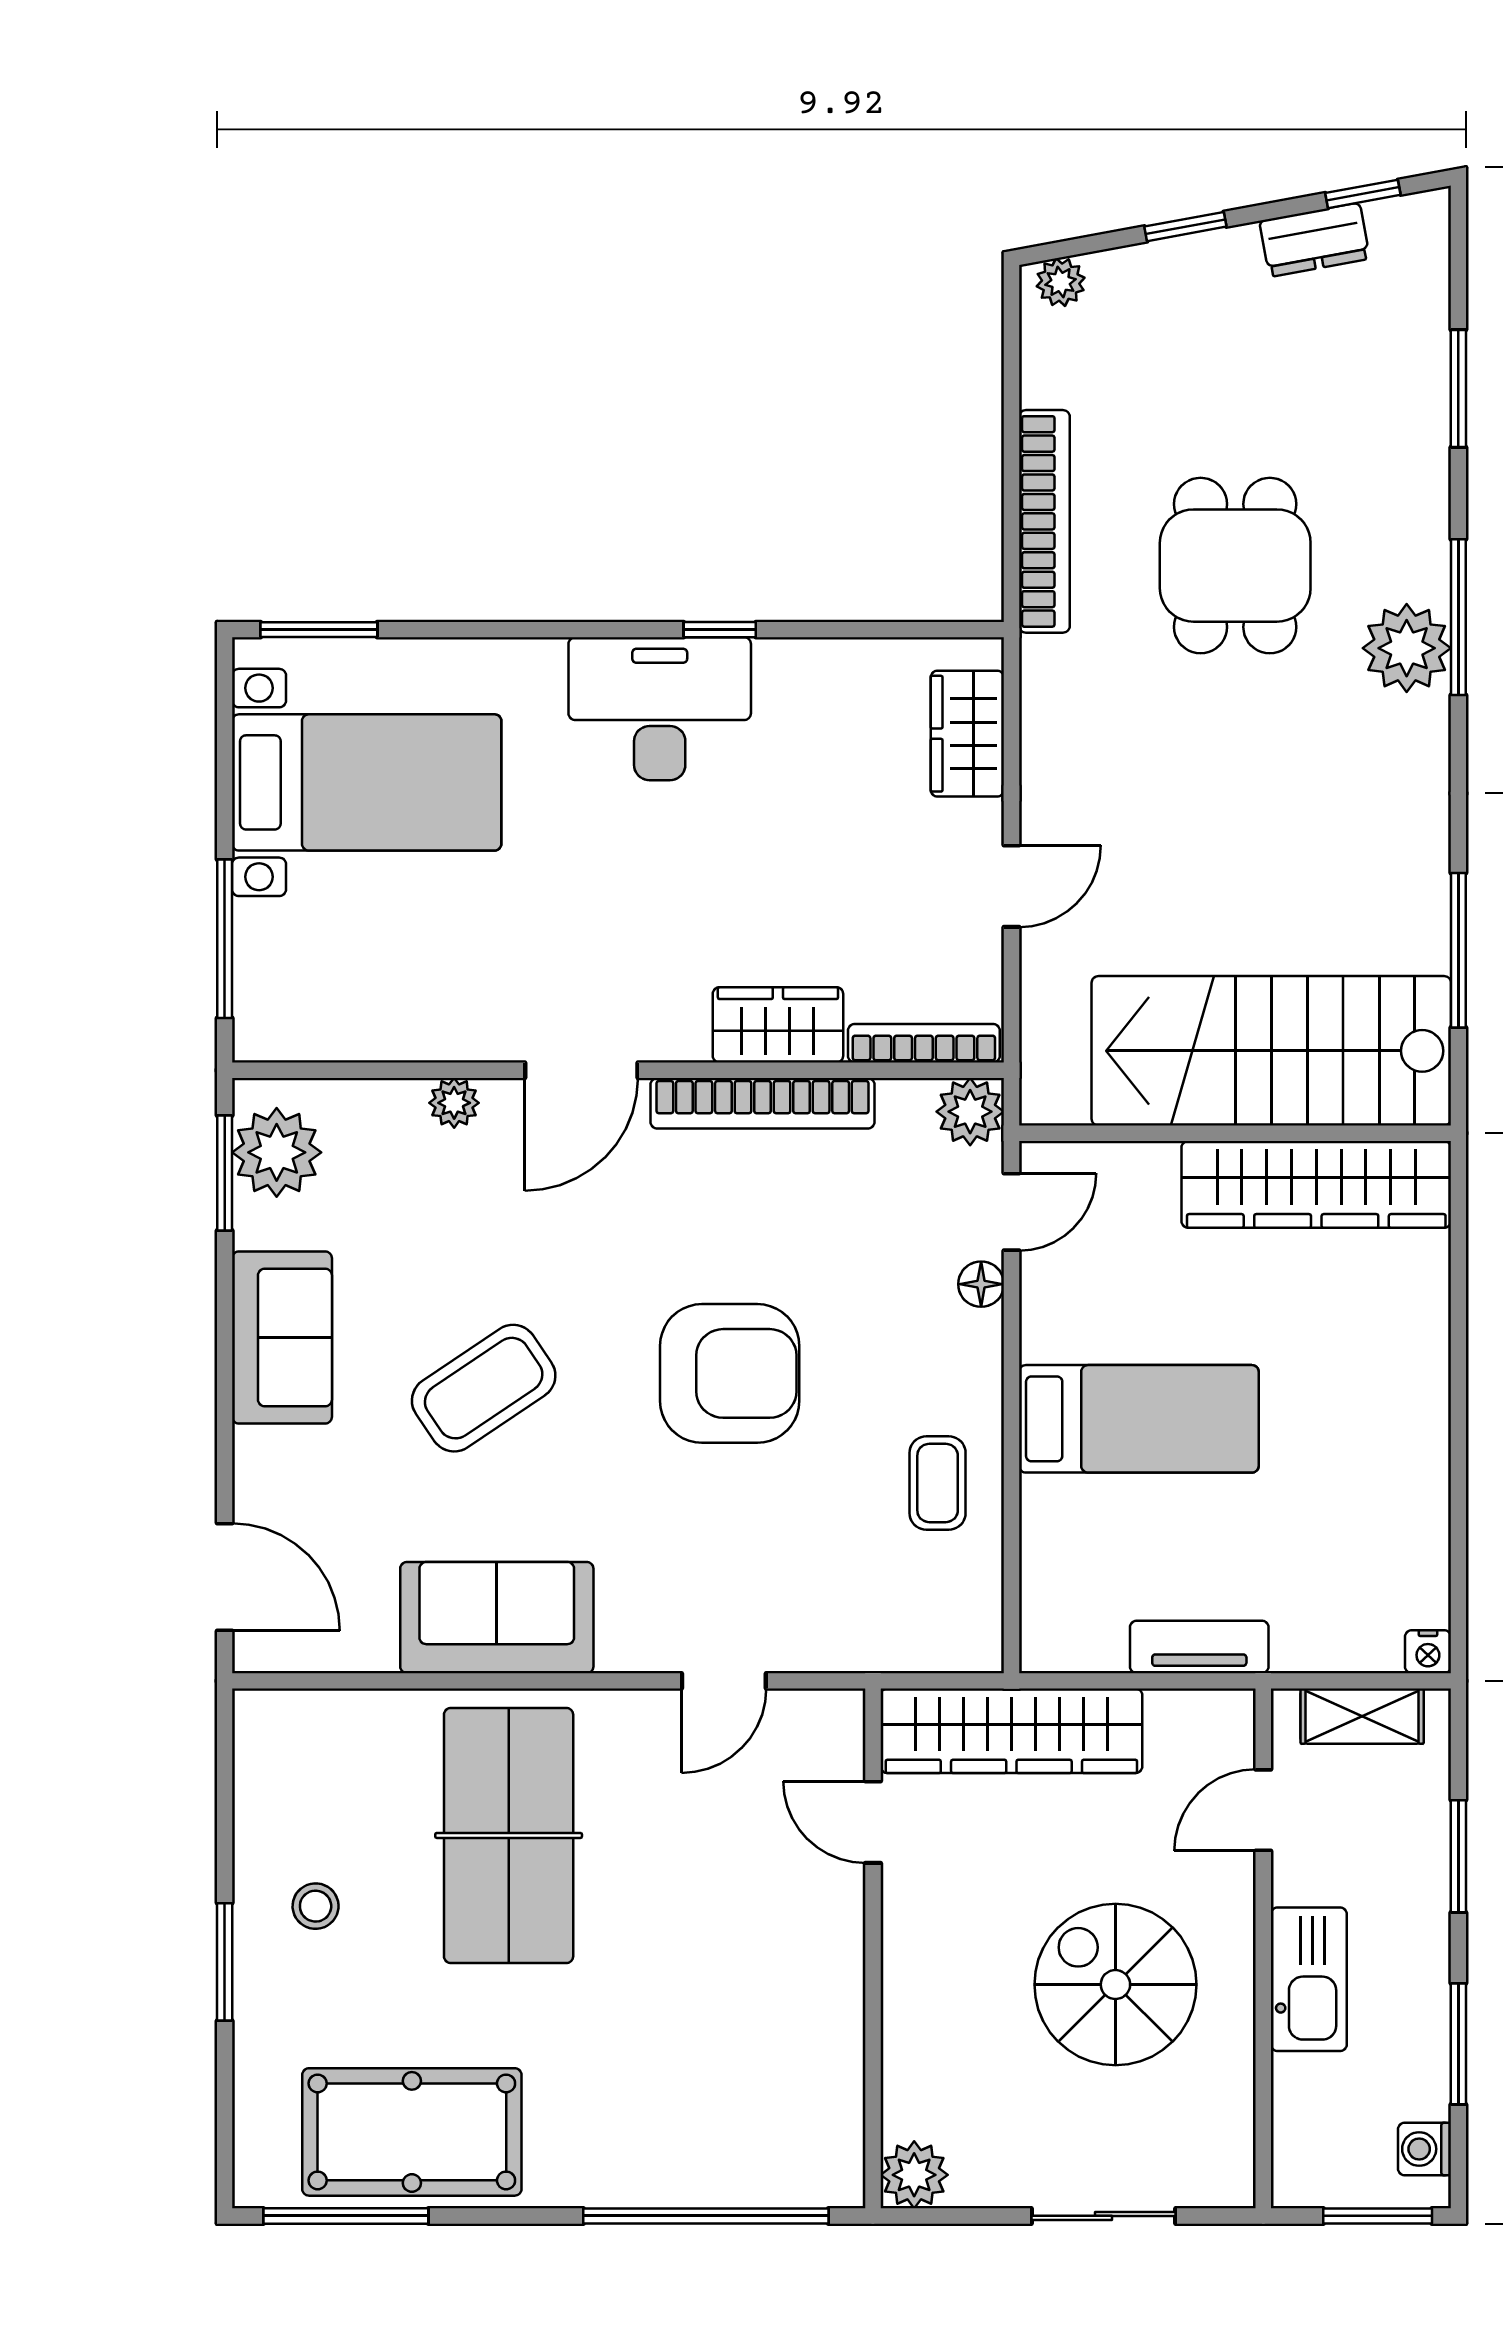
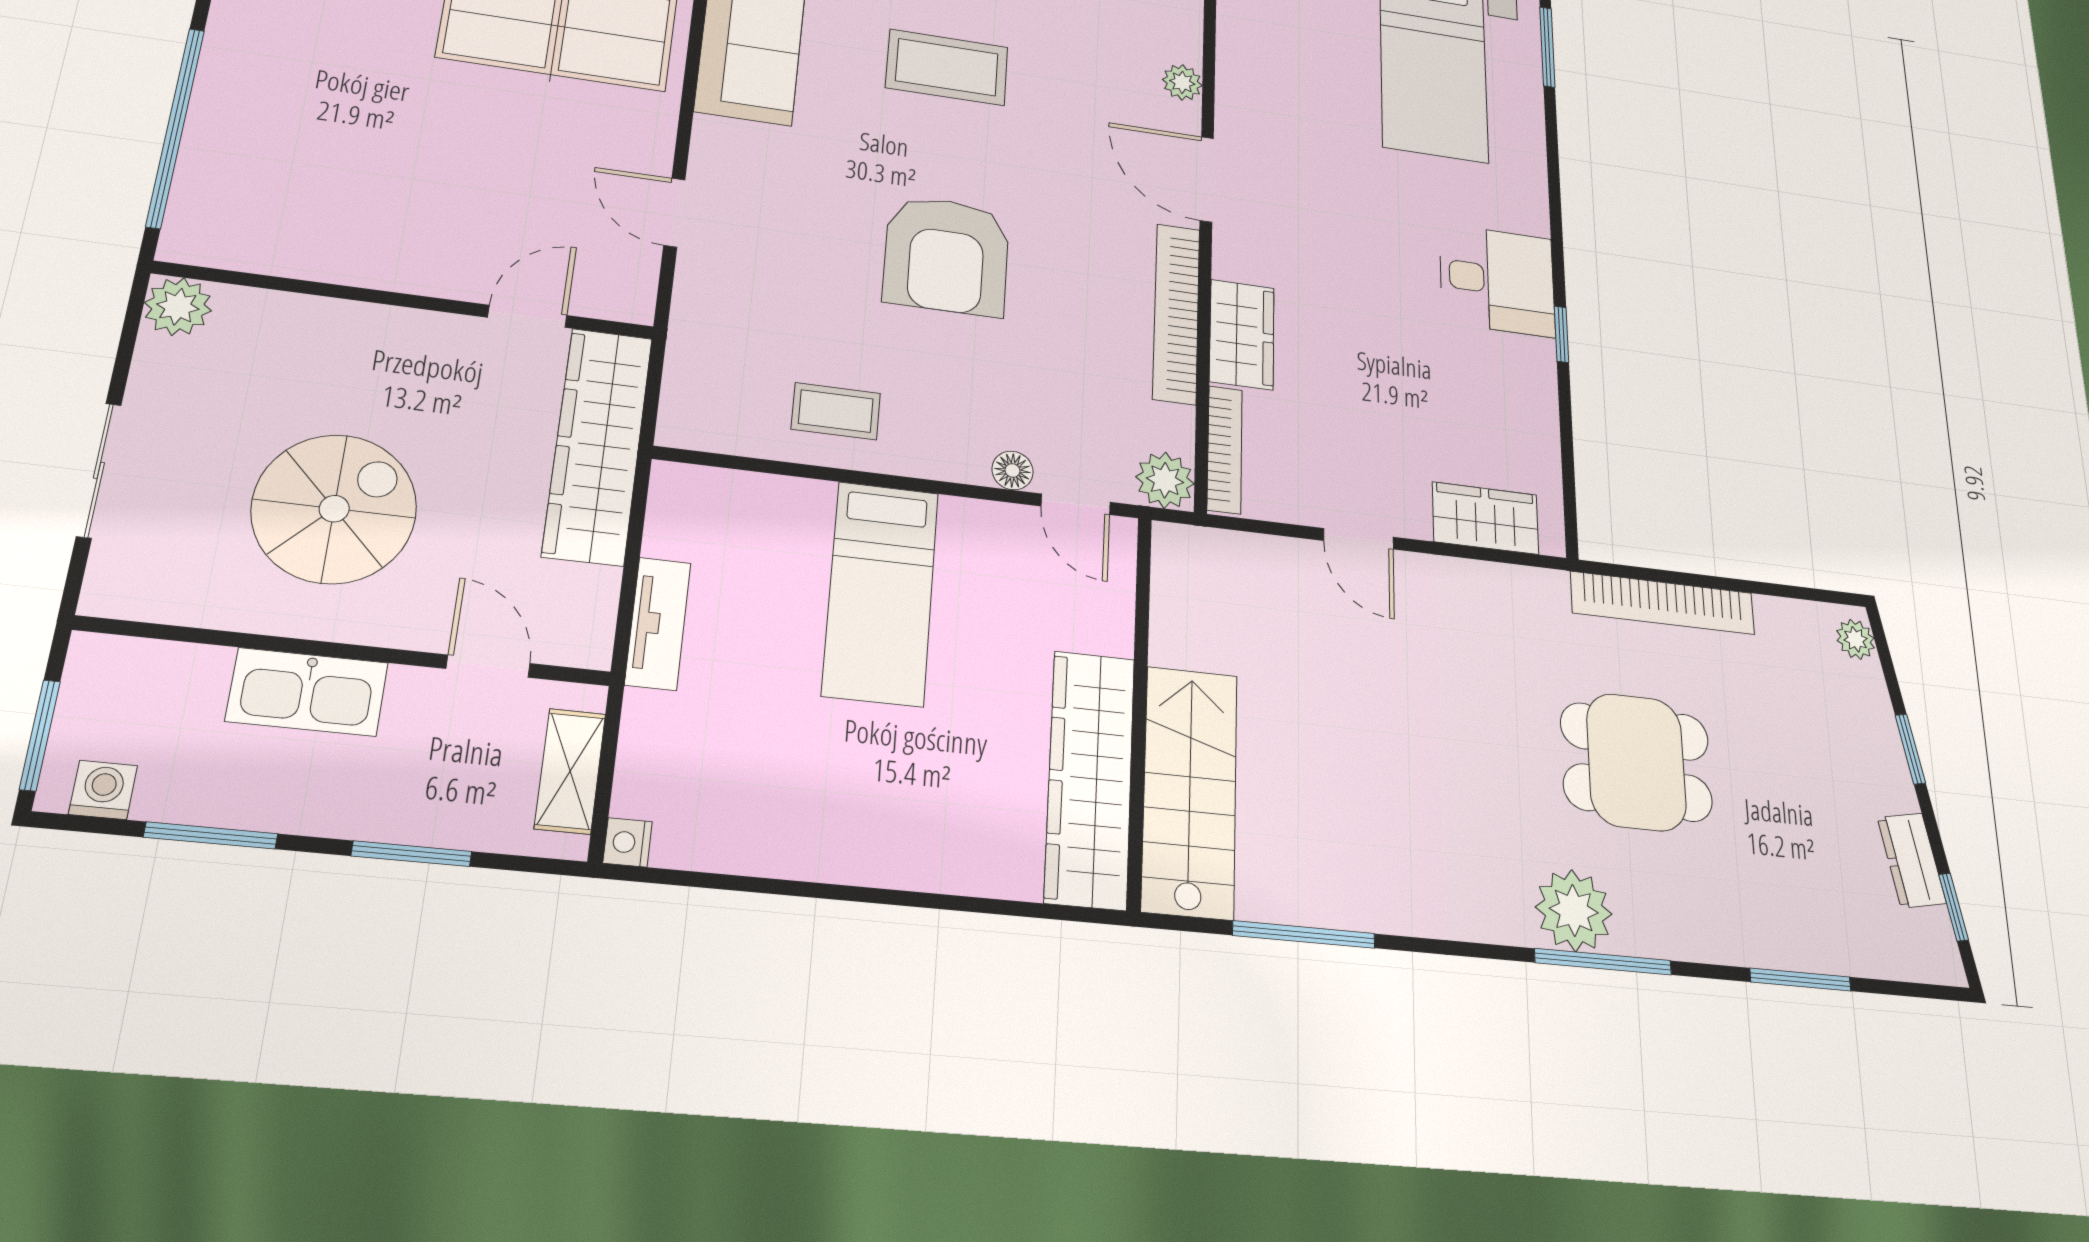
desk: (660, 709) -> (1497, 280), width x0.73
stairs: (1271, 1051) -> (1190, 791), width x0.73, depth x0.66
coffee table: (484, 1388) -> (947, 67), turned -56

